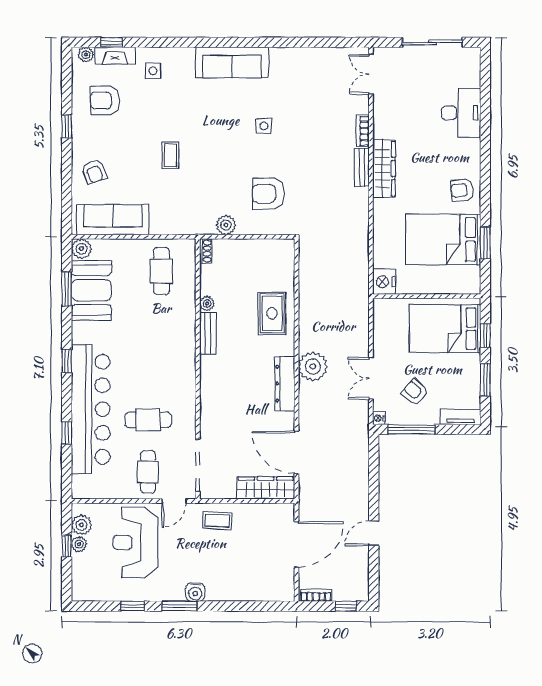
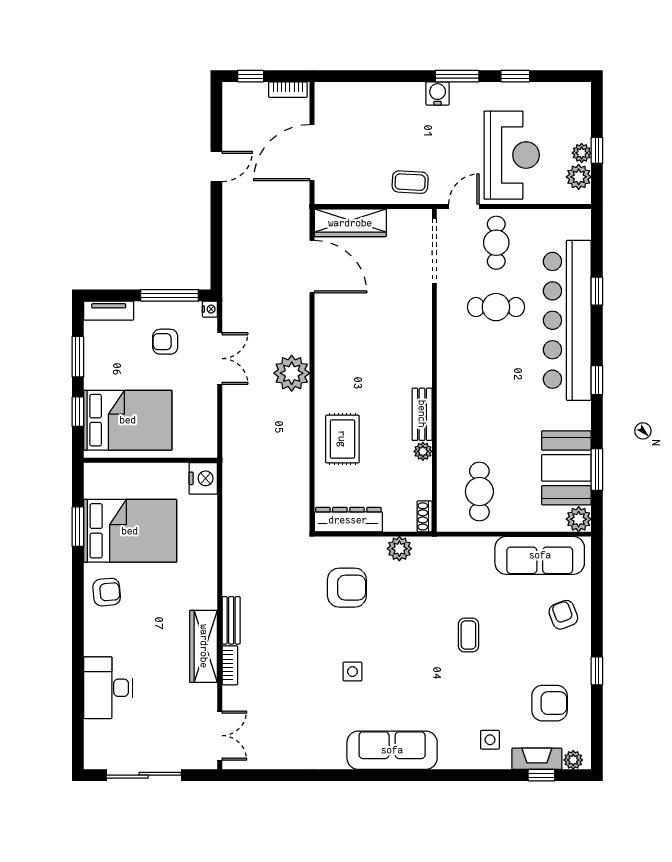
wardrobe: (384, 169) -> (204, 646), moved
dresser: (285, 384) -> (348, 520), moved, turned -90
armchair: (415, 392) -> (165, 342), turned 138

